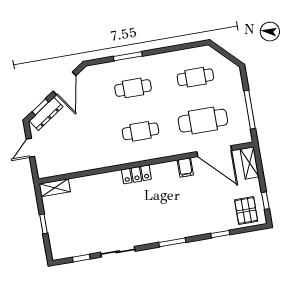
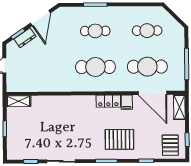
dresser: (46, 114) -> (25, 38), width x0.70
cafe table: (140, 131) -> (95, 67), width x1.37, depth x1.35
locker: (136, 174) -> (108, 101), moved
pallet: (184, 214) -> (119, 139), added

